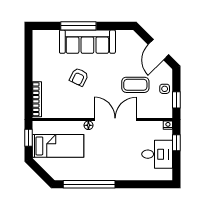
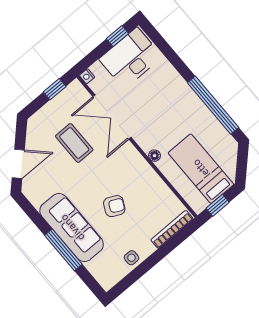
door: (158, 50) -> (18, 164), moved
side table: (165, 89) -> (131, 258), moved
double door: (115, 120) -> (112, 117), moved
window: (176, 143) -> (117, 36), moved
desk: (157, 154) -> (131, 58), width x1.37

